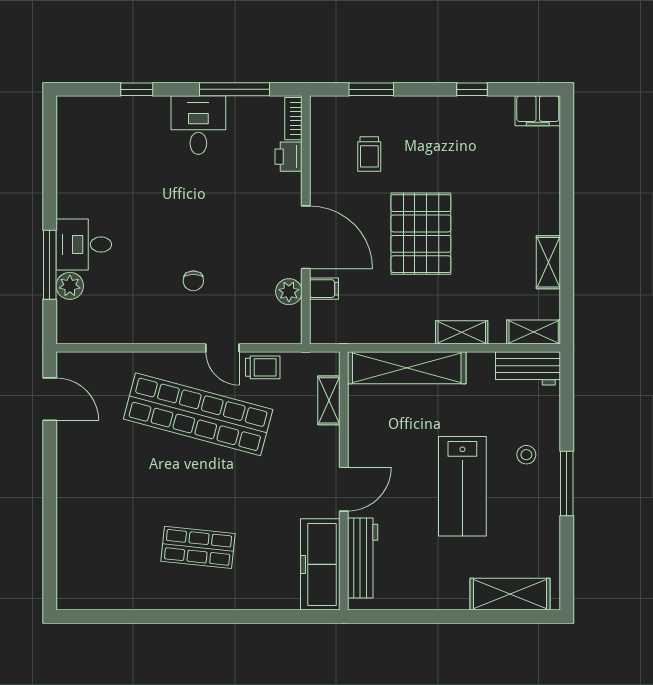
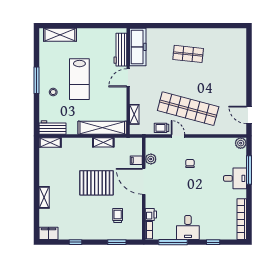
bookcase: (67, 146) -> (242, 219), added
pallet: (421, 234) -> (97, 183), turned 90
shelving: (548, 262) -> (44, 197), moved
plant: (70, 286) -> (241, 143), moved
shelving: (462, 332) -> (103, 142), moved
lab bench: (462, 486) -> (79, 79), turned 180

